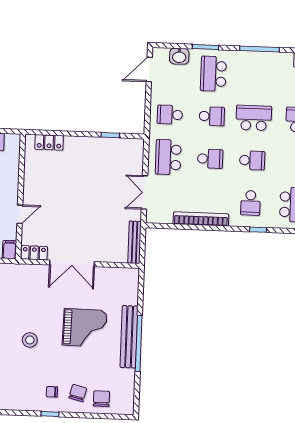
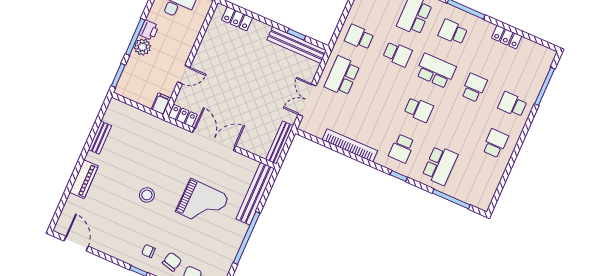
bench: (115, 145) -> (297, 45), added
school desk: (210, 159) -> (453, 32), moved, turned 180
double door: (72, 263) -> (214, 139), swing flipped
bench: (129, 337) -> (255, 194), moved

